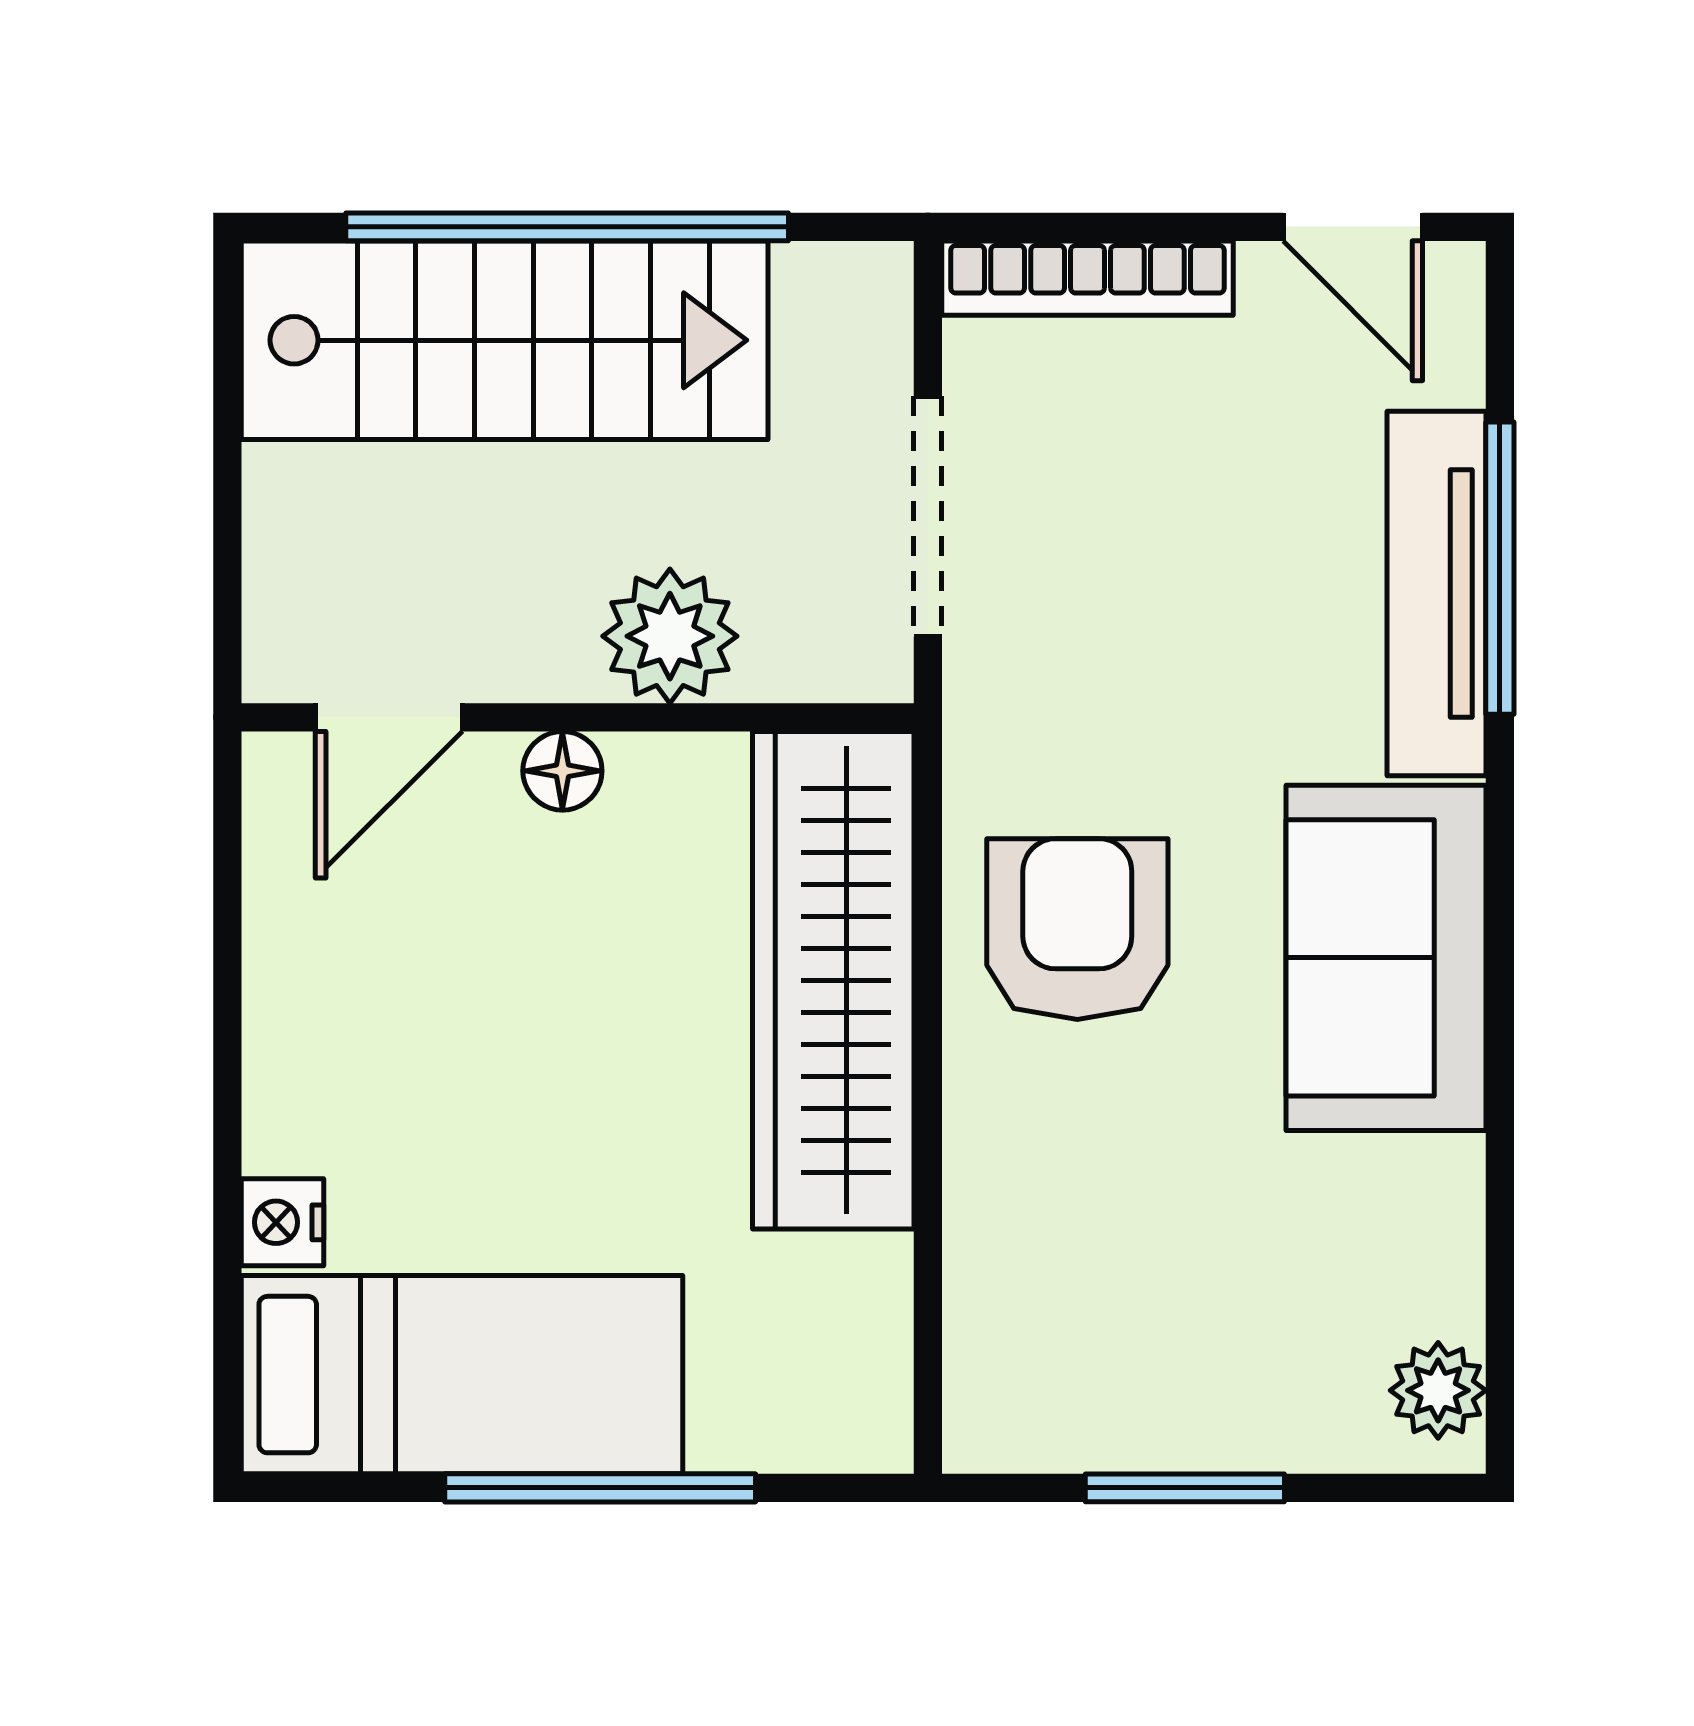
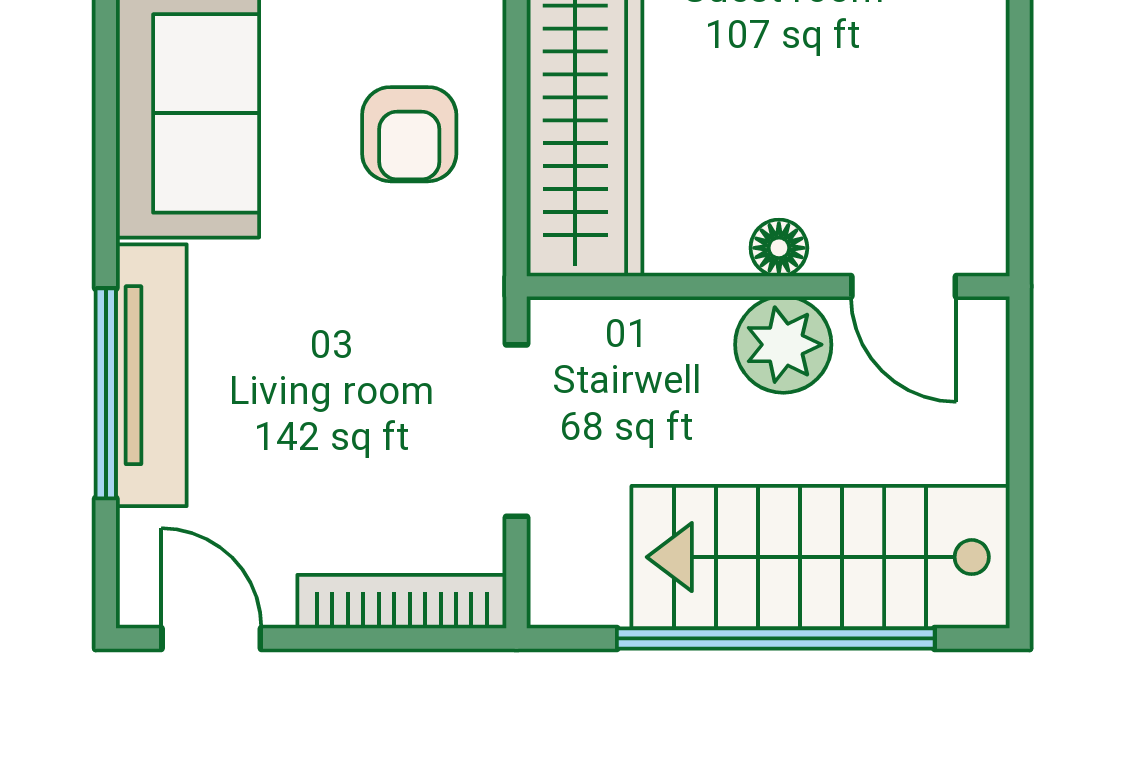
plant: (670, 636) -> (783, 345), moved
door: (389, 717) -> (904, 286), swing flipped
armchair: (1077, 929) -> (409, 134), width x0.72, depth x0.72

